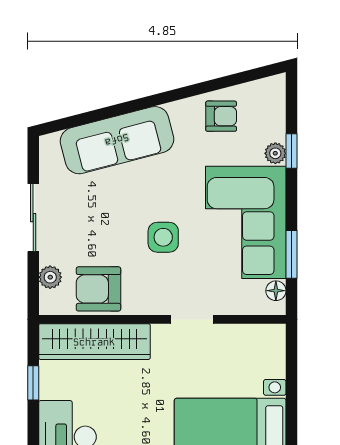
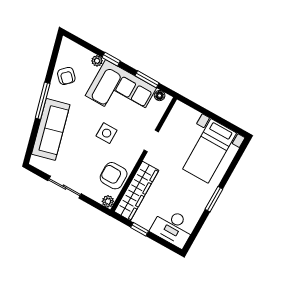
window: (157, 100) -> (43, 101), added
armchair: (221, 116) -> (66, 76), turned 136
window: (291, 151) -> (111, 59), moved
plant: (50, 277) -> (108, 201), moved
armchair: (98, 289) -> (114, 176), turned 90

